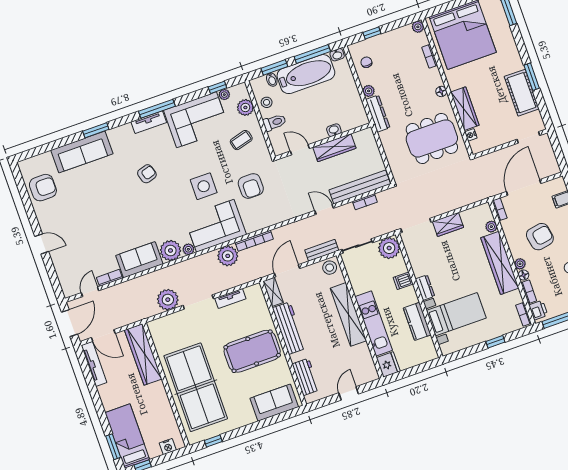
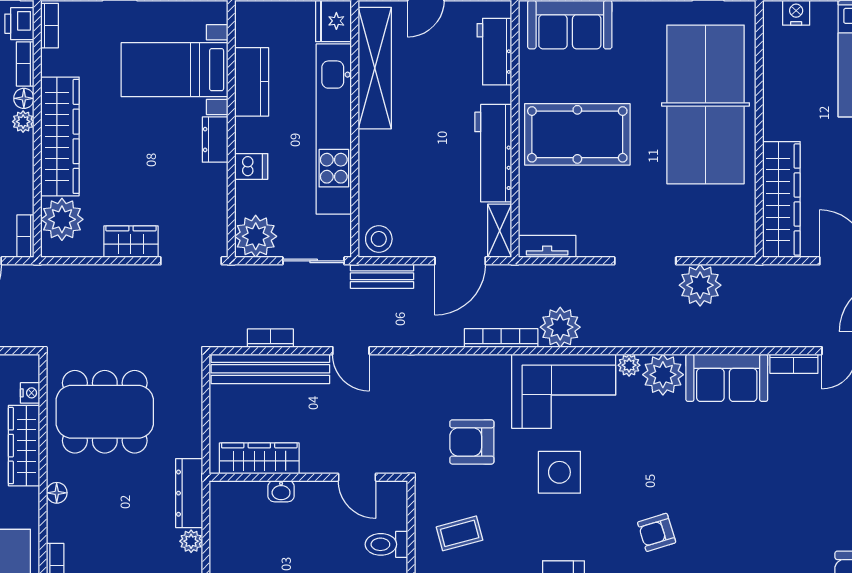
wardrobe: (334, 148) -> (259, 458), moved
armchair: (251, 186) -> (472, 442), turned -90
plant: (491, 227) -> (62, 219), width x1.87, depth x1.87
tv unit: (230, 299) -> (547, 246), moved
shelving: (348, 314) -> (375, 68), moved
kitchen unit: (374, 324) -> (334, 129), width x1.36

